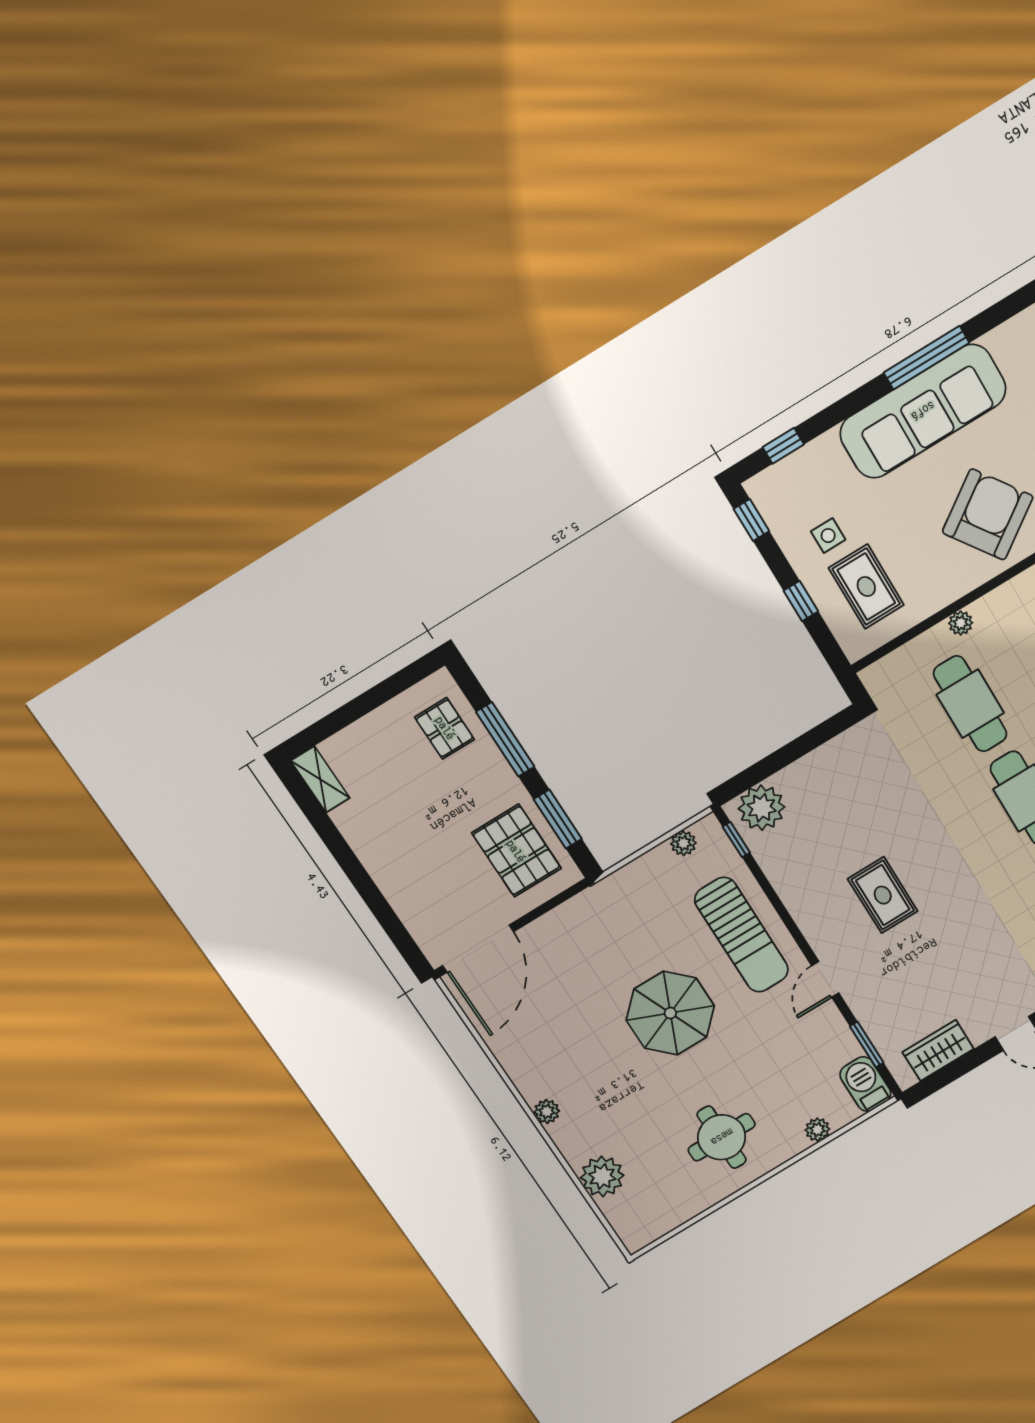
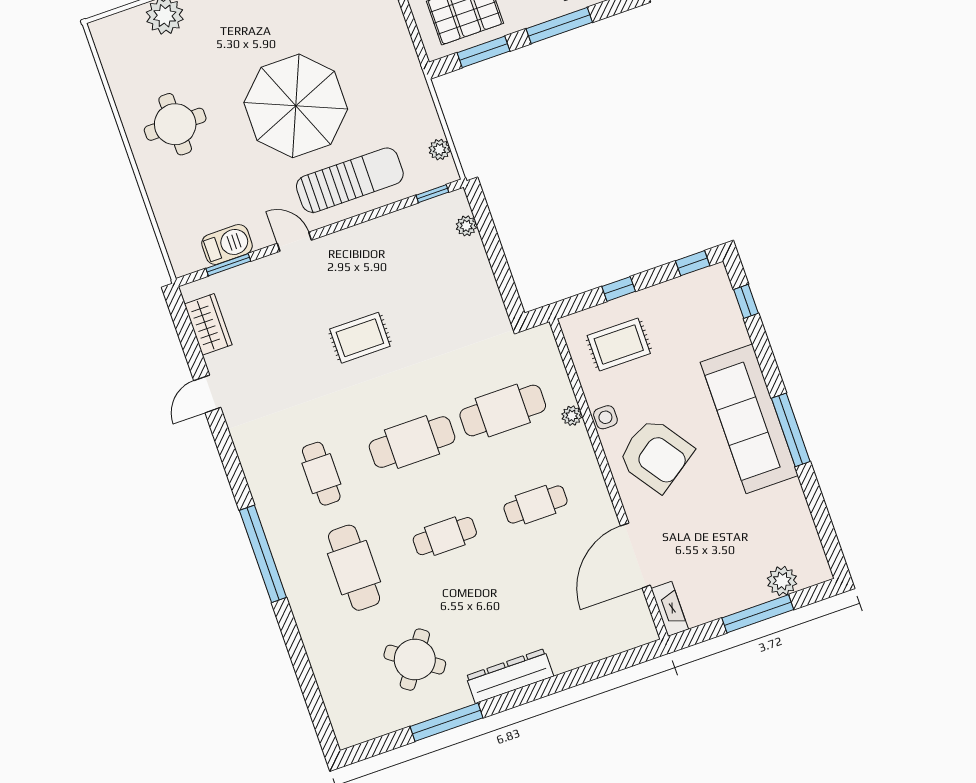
side table: (828, 536) -> (605, 417), moved
plant: (762, 808) -> (466, 226), width x0.53, depth x0.53
rug: (883, 895) -> (360, 338), moved
sun lounger: (742, 935) -> (350, 180), turned 180
parasol: (670, 1013) -> (296, 106), width x1.36, depth x1.36
barbecue: (865, 1084) -> (227, 244), moved
plant: (817, 1130) -> (162, 207), removed

